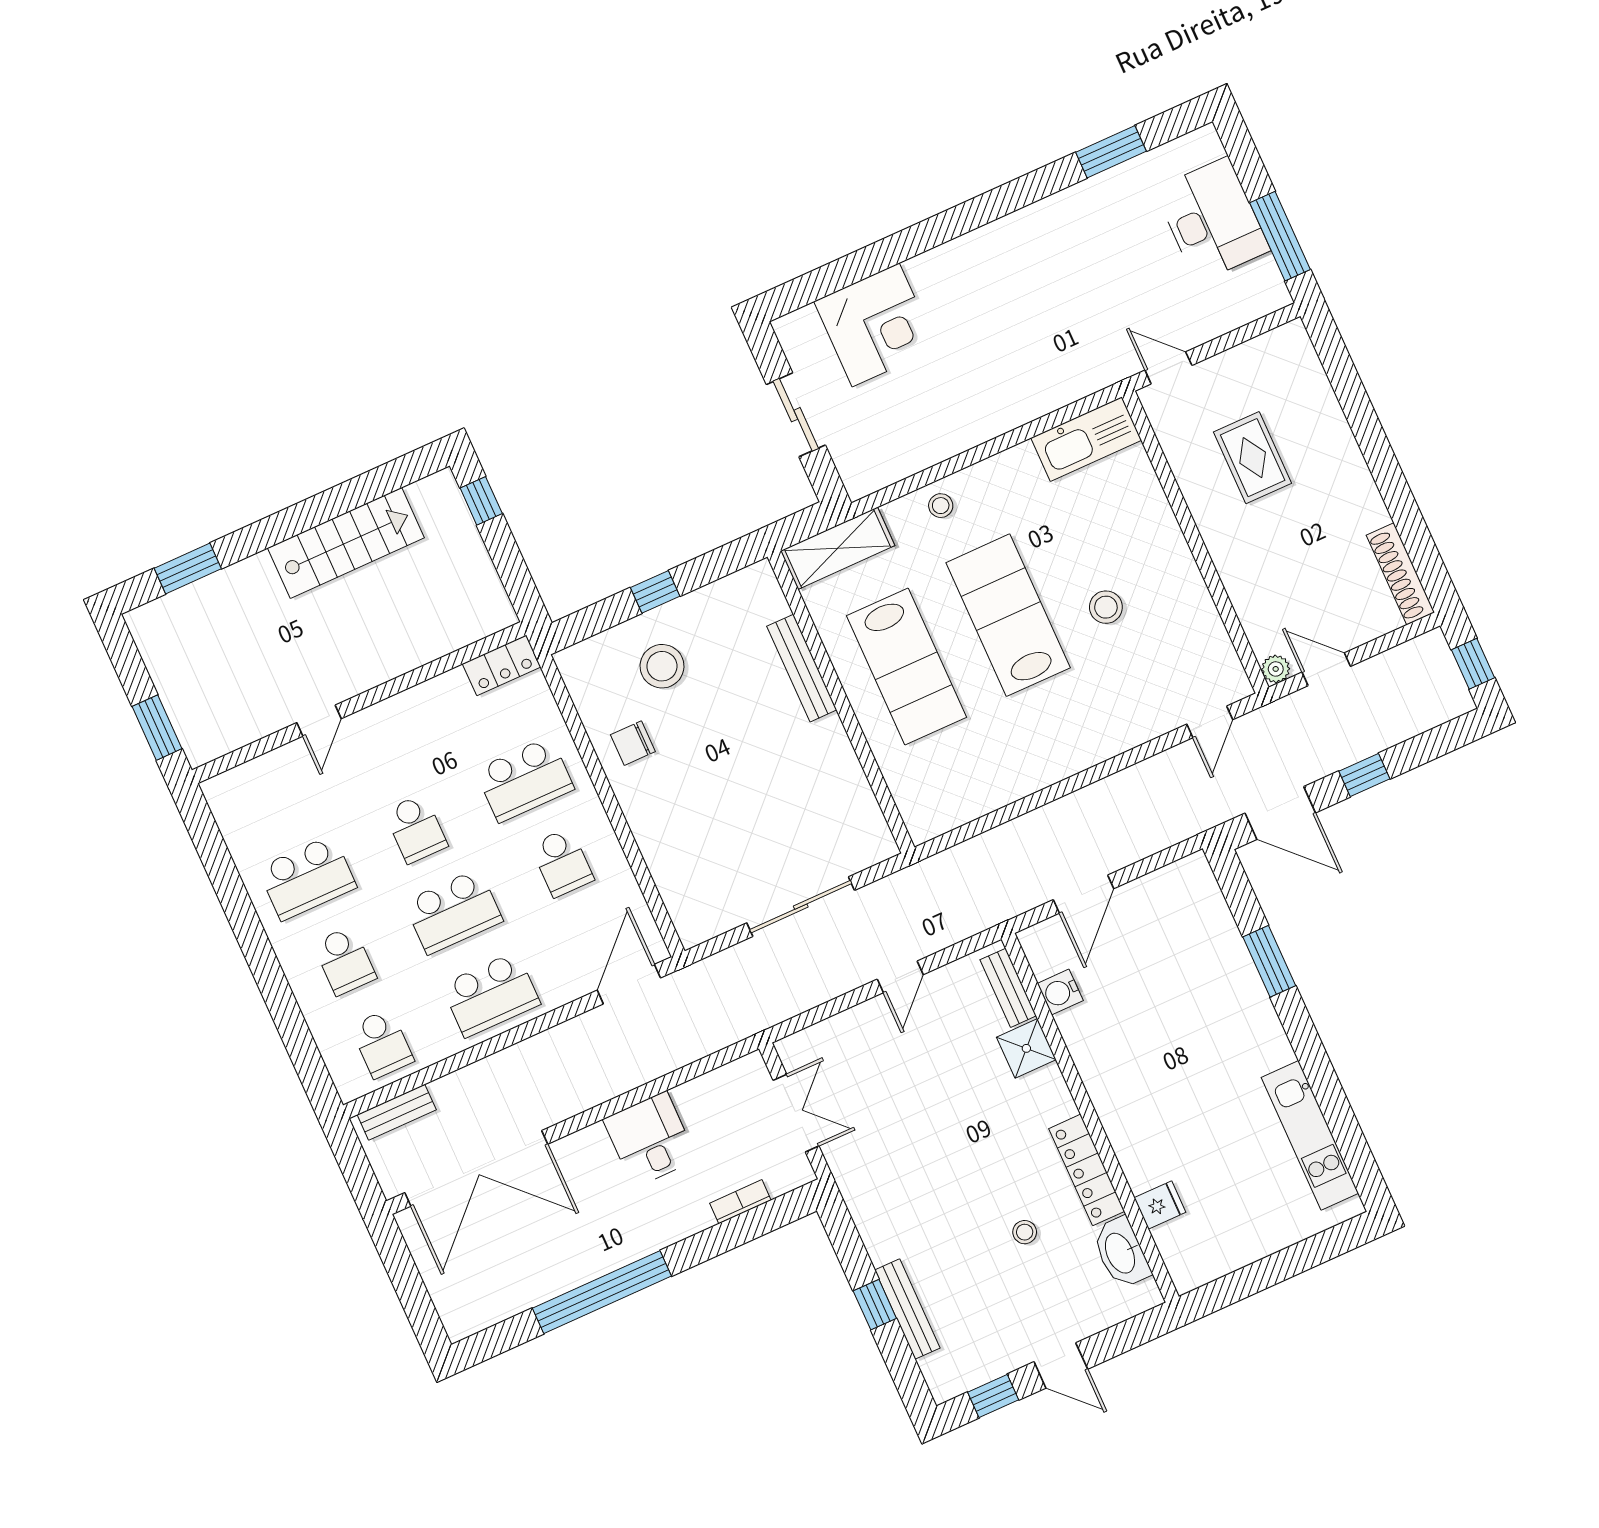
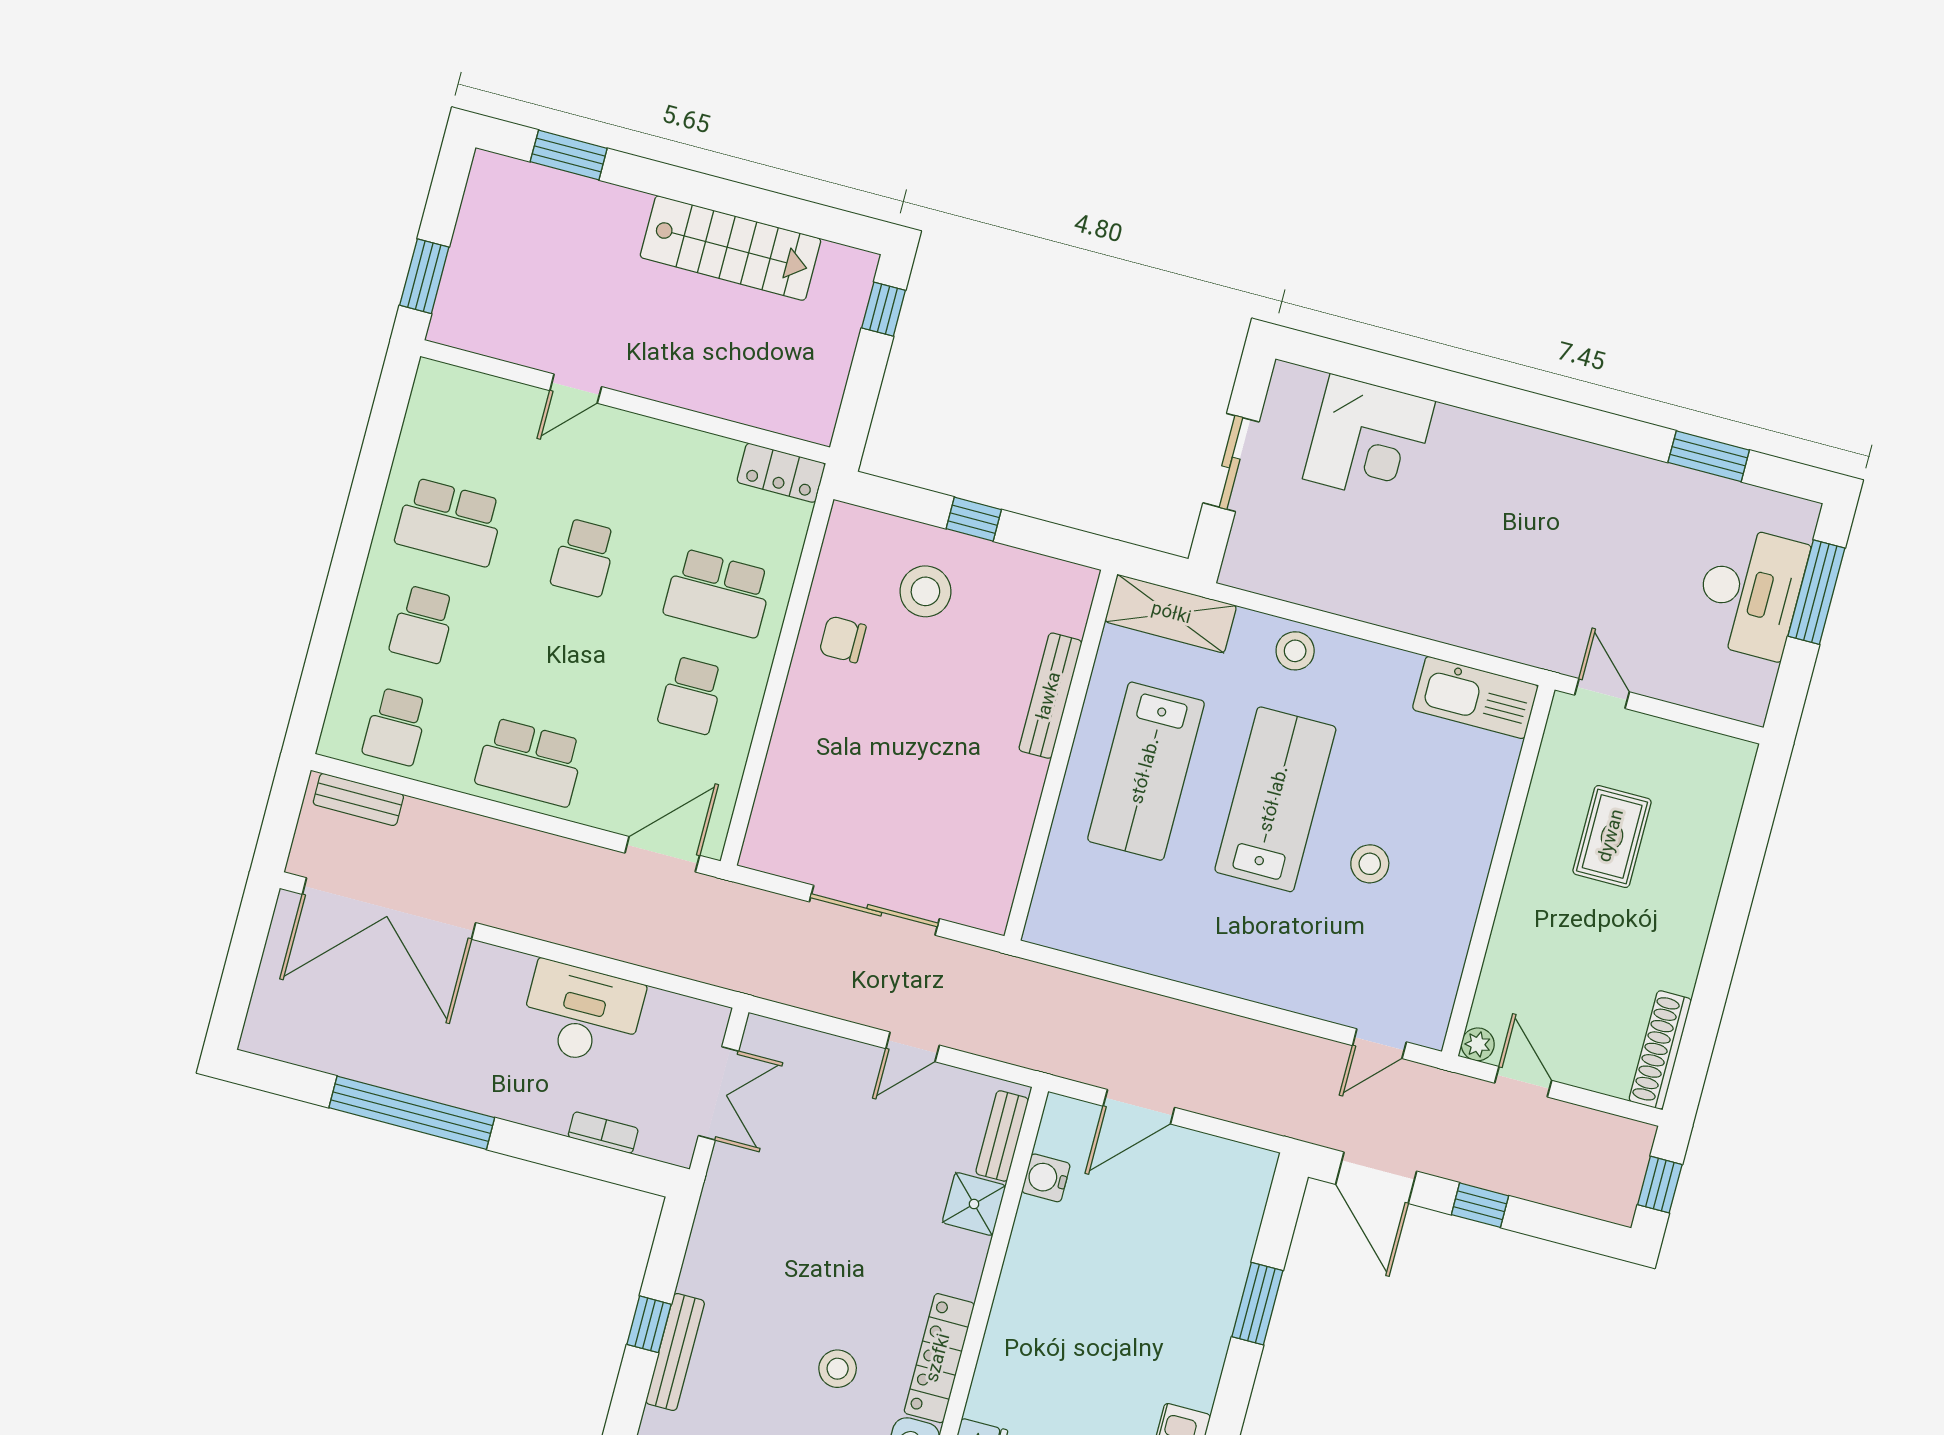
window: (1280, 236) -> (1816, 592), moved
stool: (941, 506) -> (1295, 651), width x1.37, depth x1.37
school desk: (453, 912) -> (557, 660), removed
desk: (650, 1139) -> (582, 1014), width x1.37
stool: (1025, 1232) -> (838, 1369), width x1.37, depth x1.37

